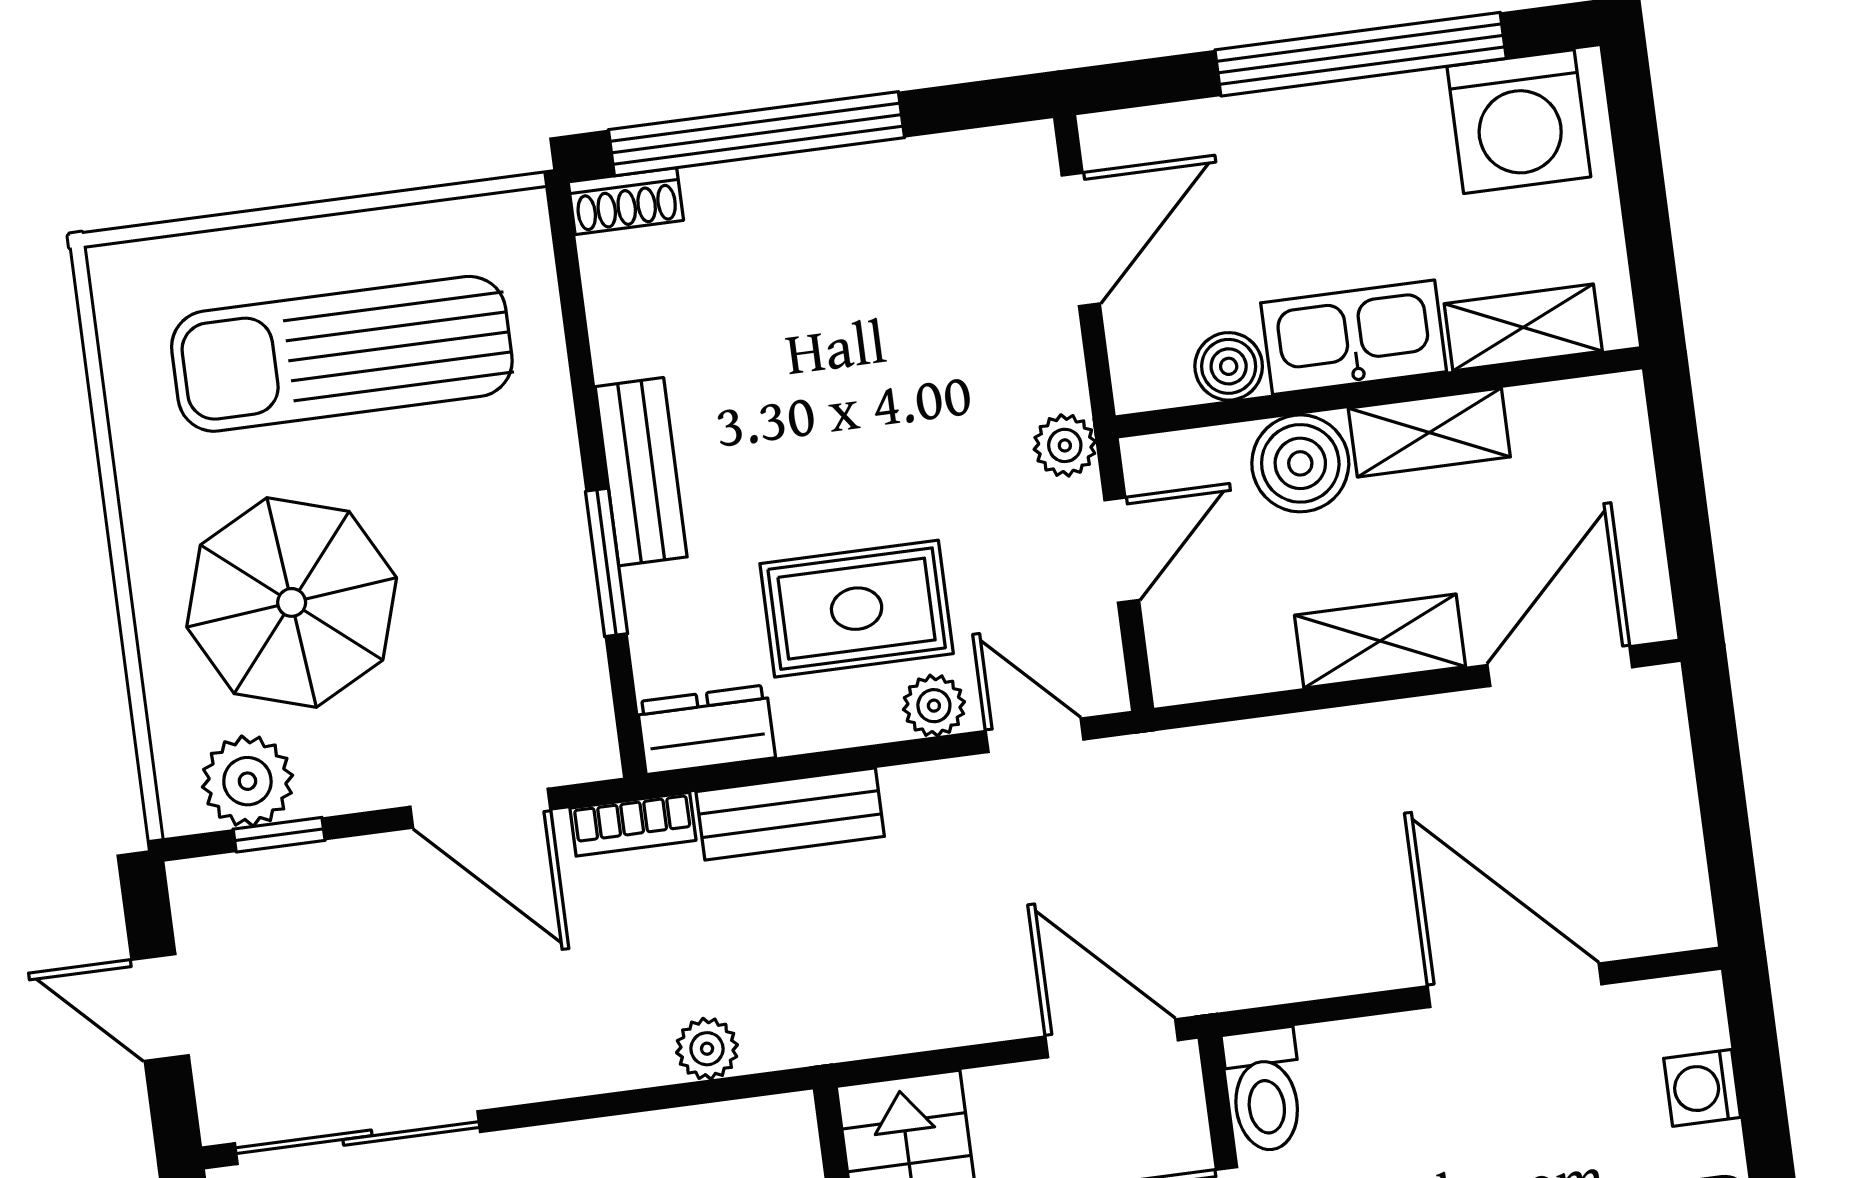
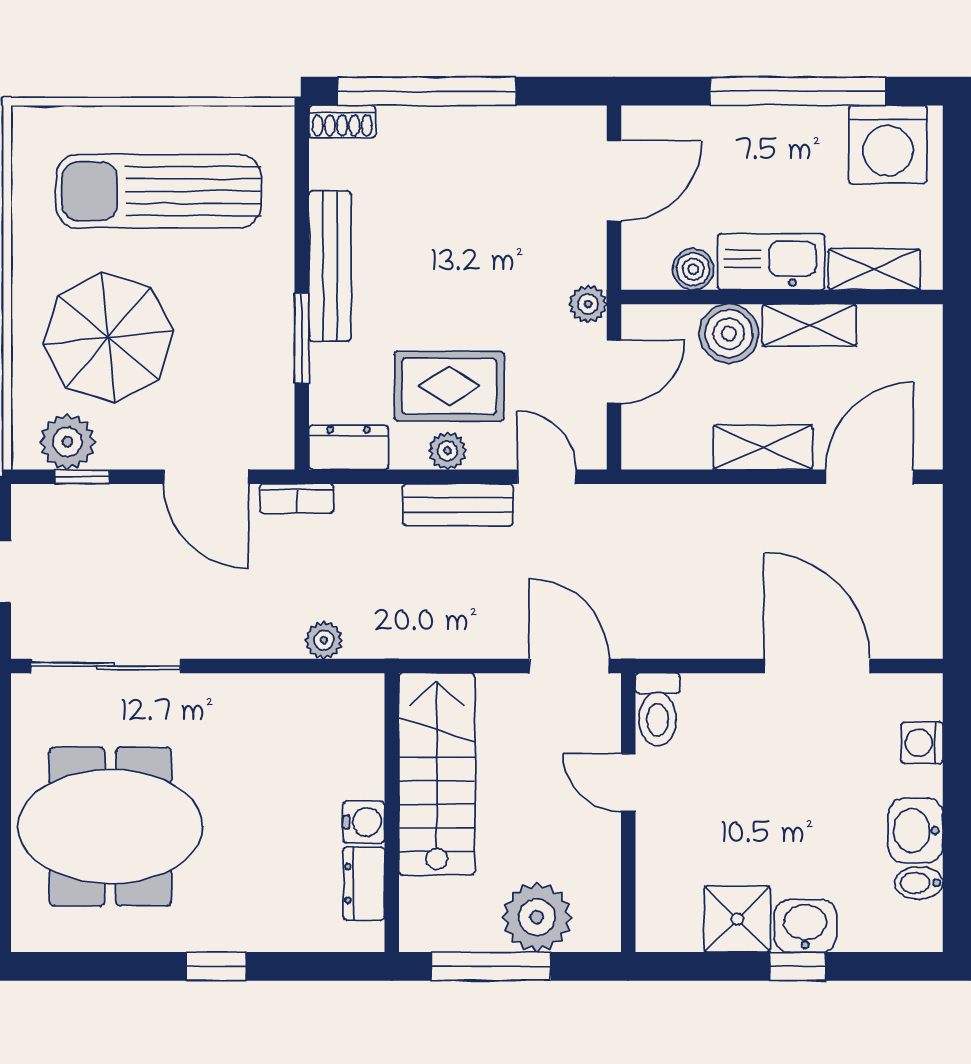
bench: (641, 472) -> (330, 266), width x1.36
plant: (934, 706) -> (448, 451), moved
bench: (790, 814) -> (458, 505), moved

